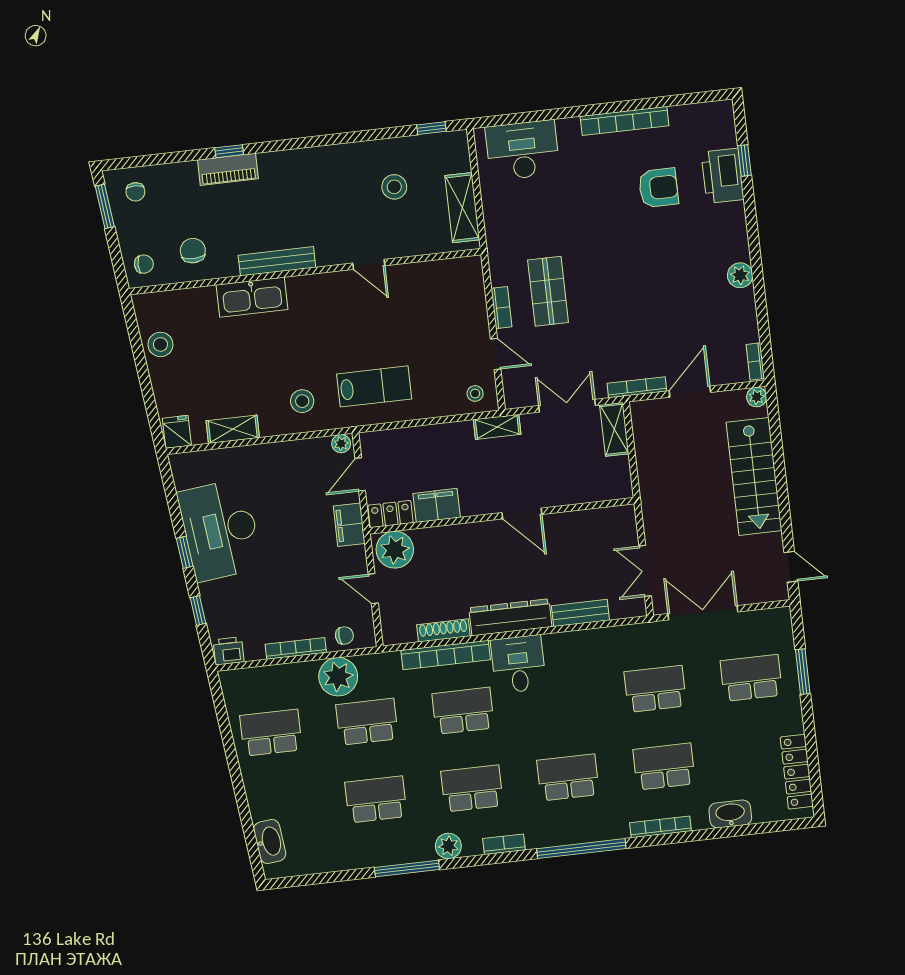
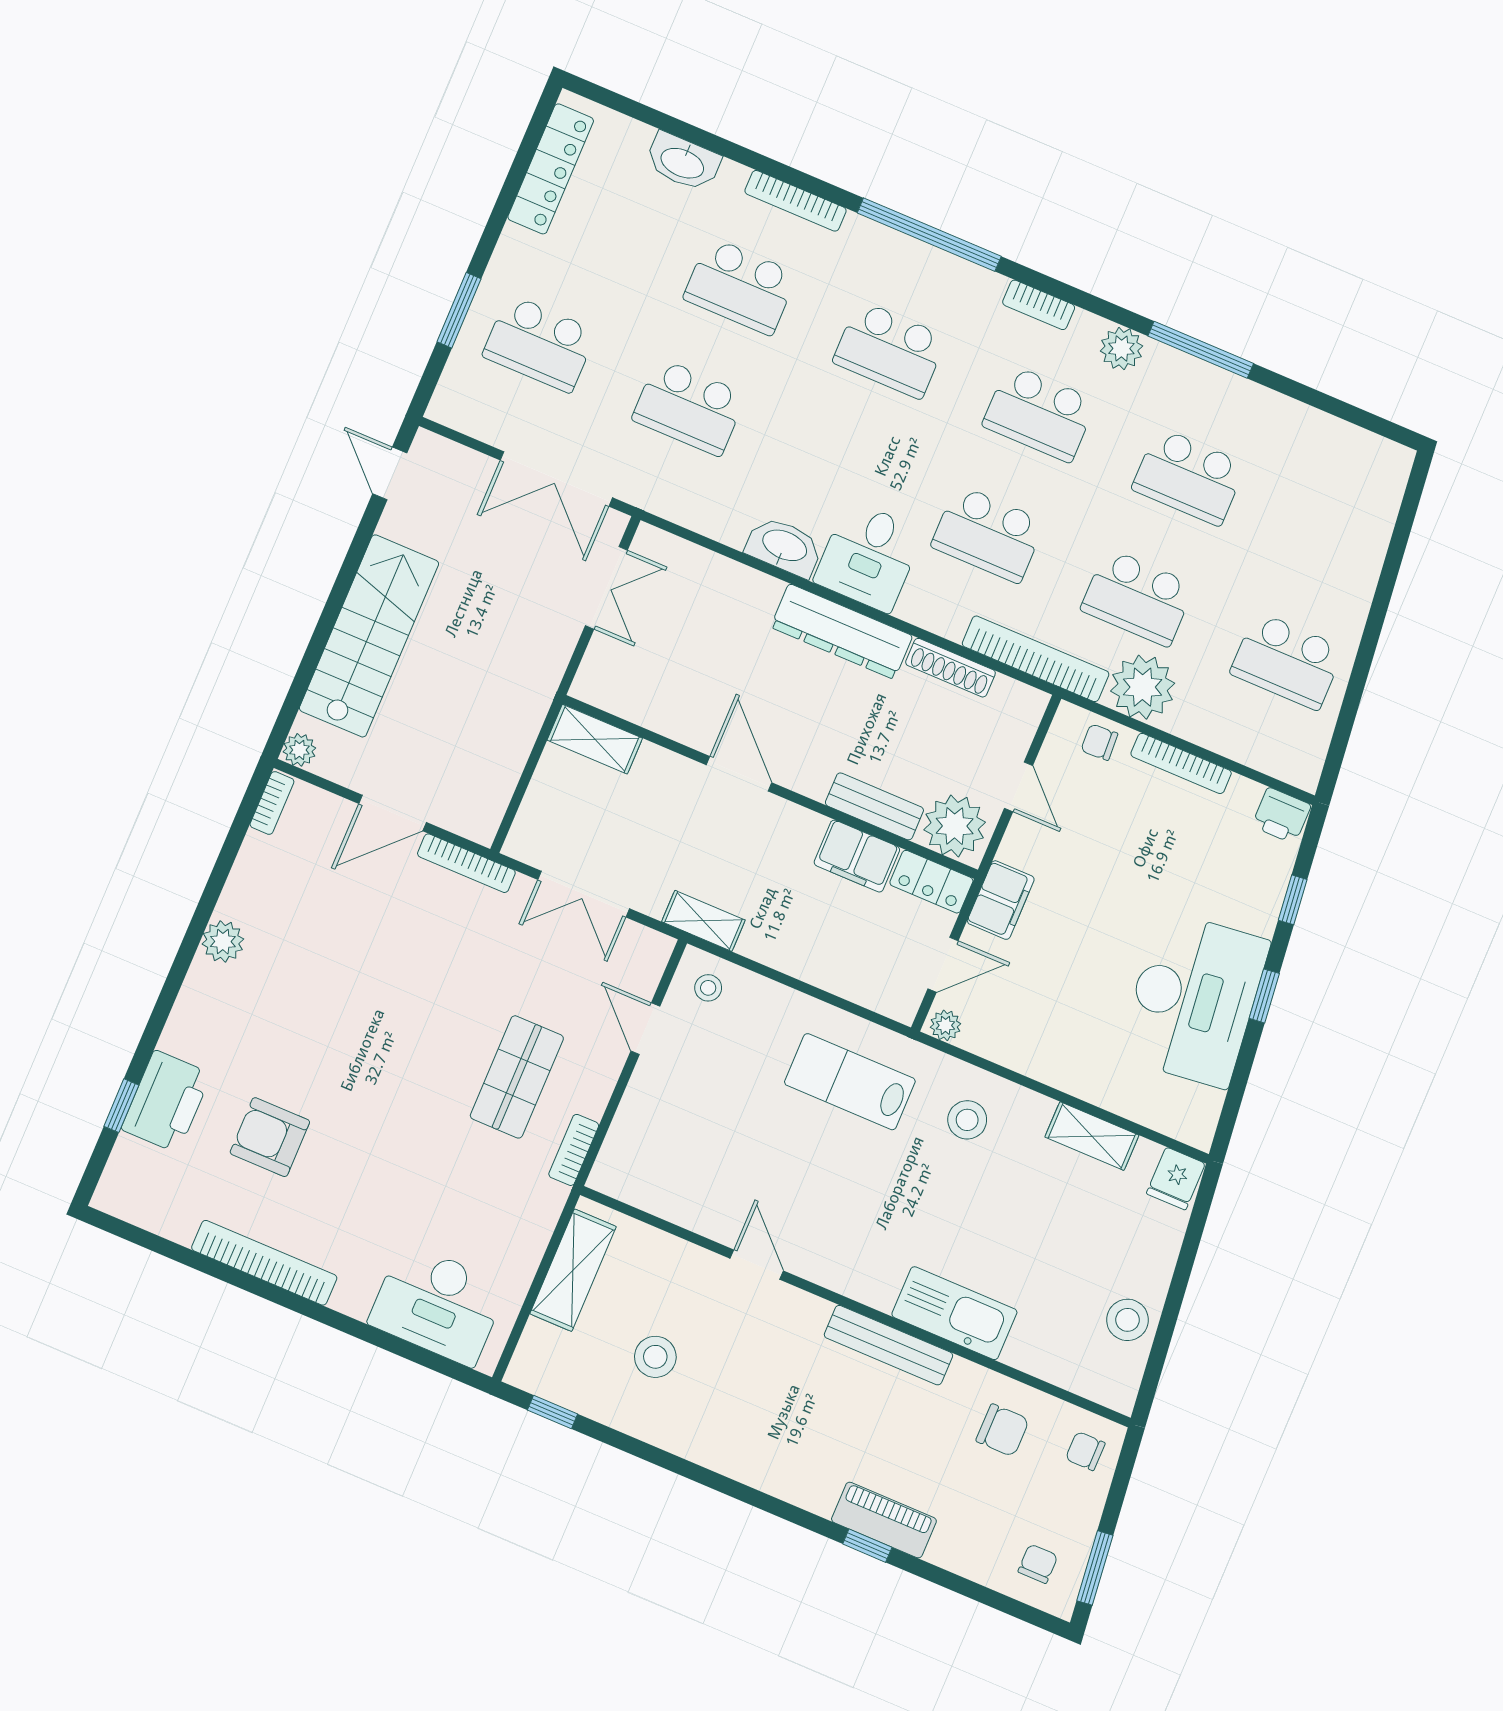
chair: (193, 251) -> (1003, 1430), turned -90
bookcase: (502, 308) -> (574, 1150), moved
shelving: (614, 429) -> (595, 739), moved, turned 90
bench: (580, 613) -> (874, 806), moved
bookcase: (446, 655) -> (1036, 659), moved
washbasin: (270, 841) -> (784, 547), moved, turned 97

